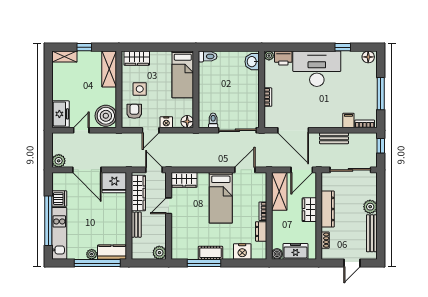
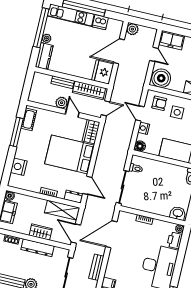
bed: (221, 198) -> (70, 154), width x1.50
dresser: (261, 231) -> (74, 197), moved
plant: (159, 253) -> (62, 103), moved
cot: (210, 253) -> (29, 119), moved
window: (97, 263) -> (41, 28), moved

